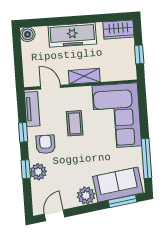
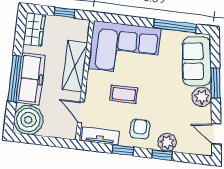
window: (70, 20) -> (15, 78), added
boiler: (28, 34) -> (28, 120), width x1.86, depth x1.86
shelving: (84, 76) -> (75, 66), width x1.50, depth x1.33
door: (51, 87) -> (81, 112), hinge flipped
armchair: (46, 144) -> (140, 129), turned 90
window: (123, 201) -> (216, 83), moved

